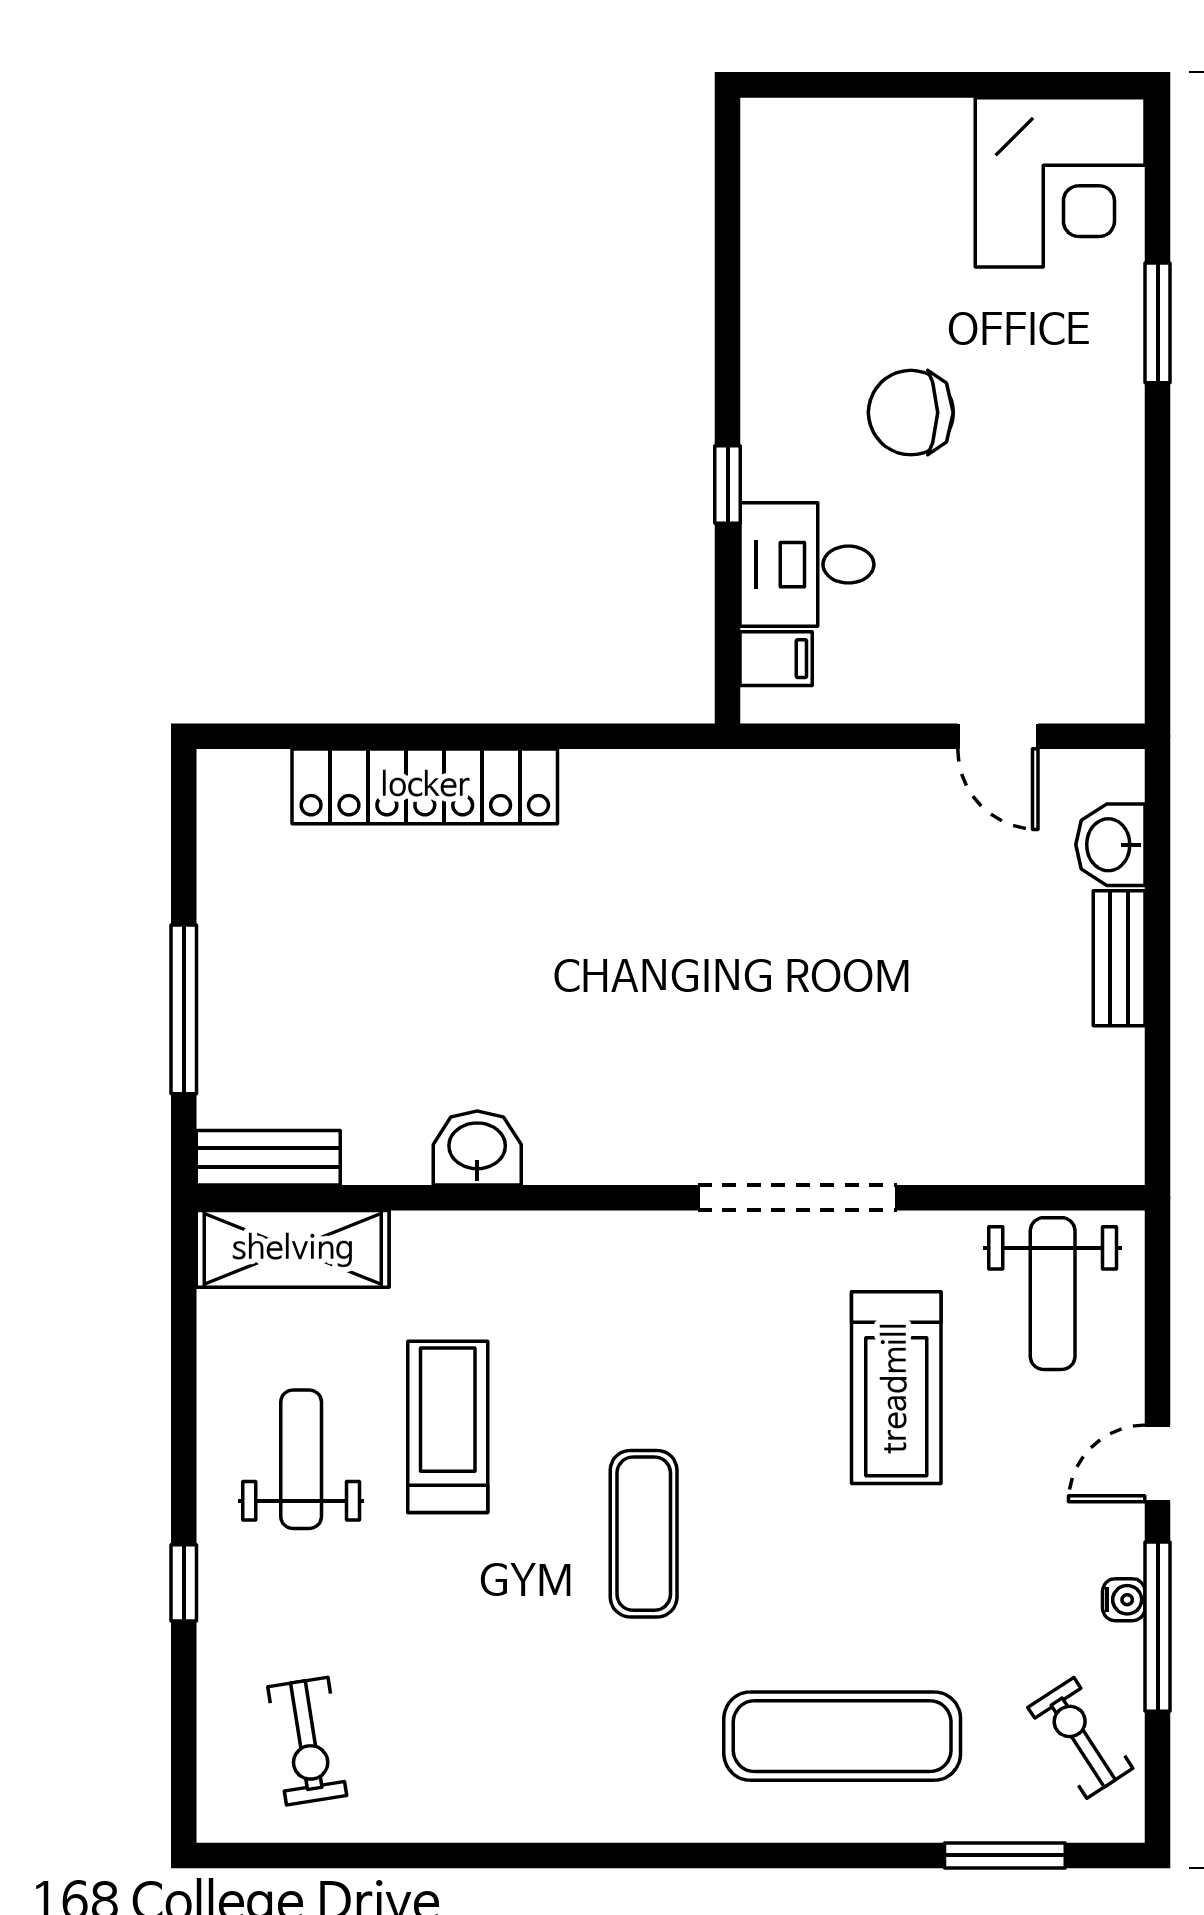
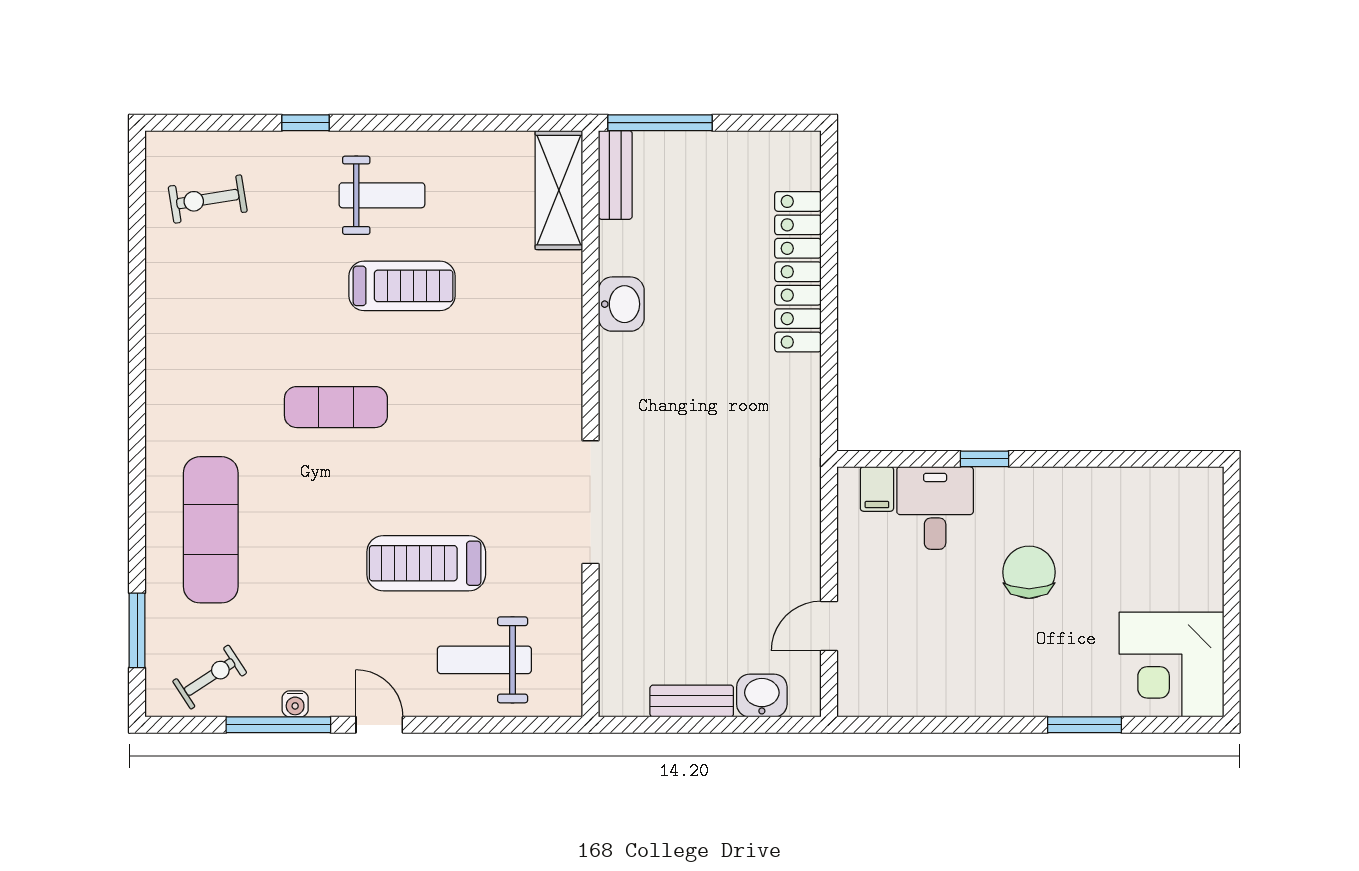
washbasin: (477, 1148) -> (621, 304), moved
bench: (268, 1158) -> (615, 175), moved
wall: (671, 1198) -> (590, 424), moved
doorway: (797, 1198) -> (590, 502), moved
shelving: (293, 1249) -> (559, 190), moved

